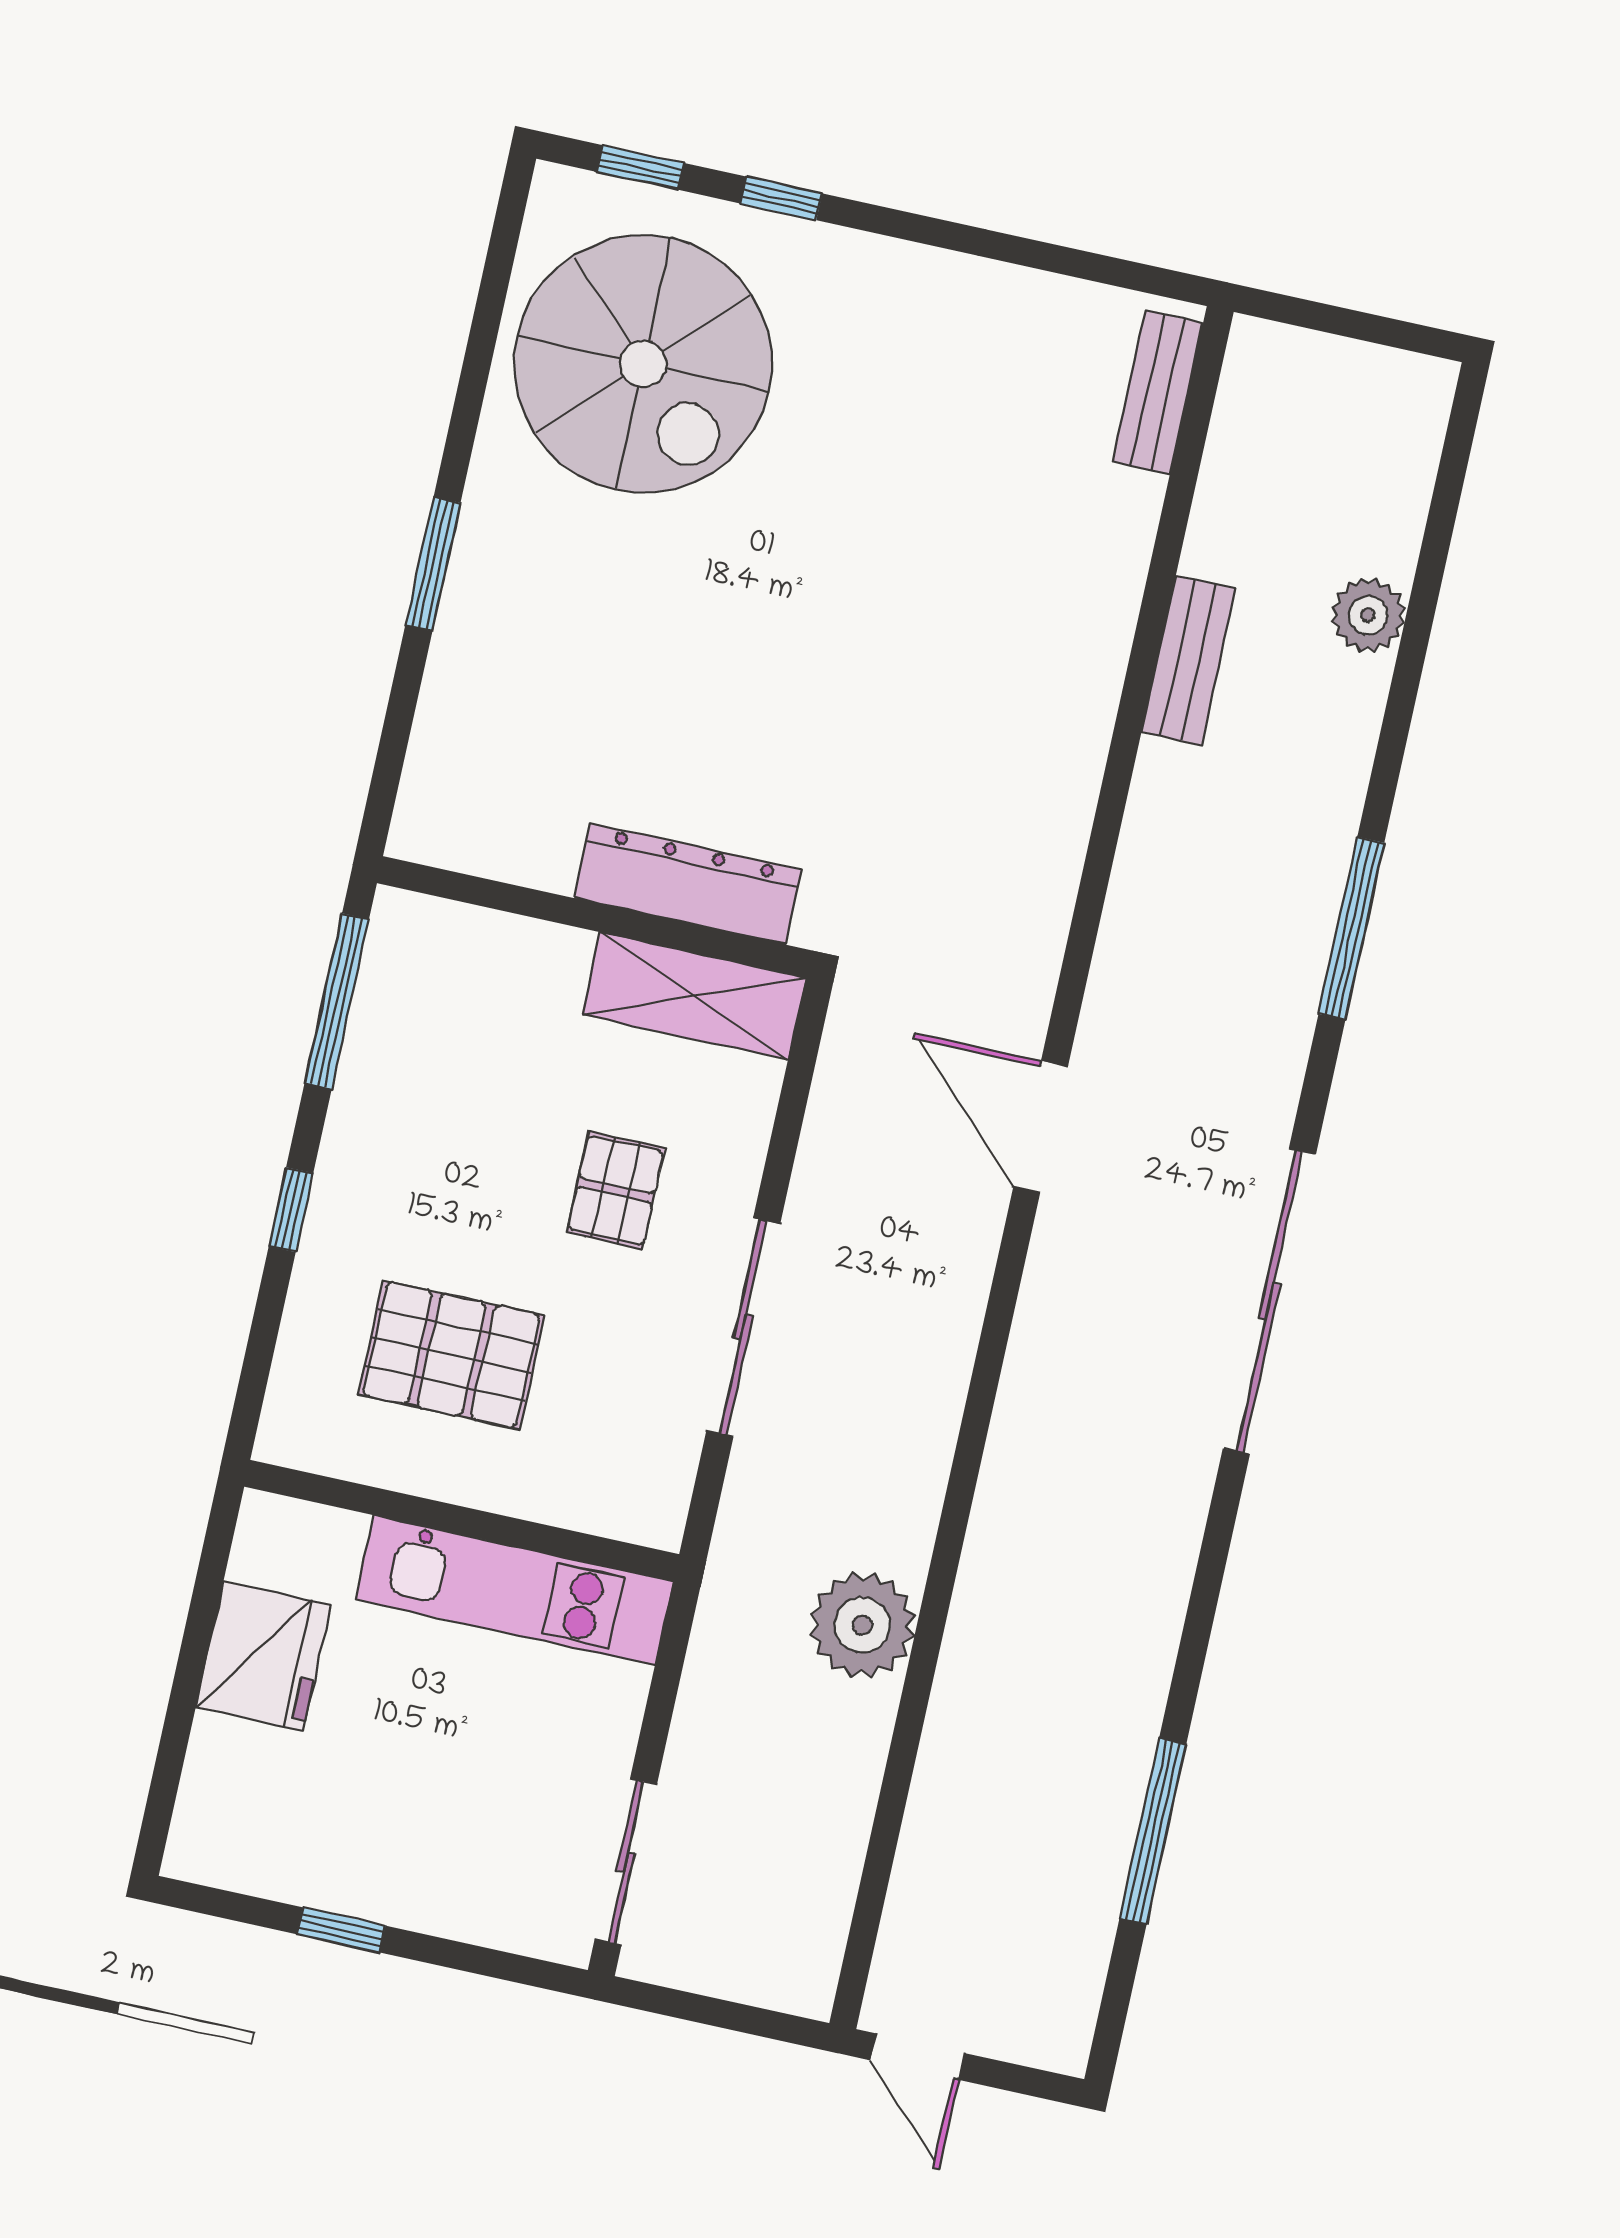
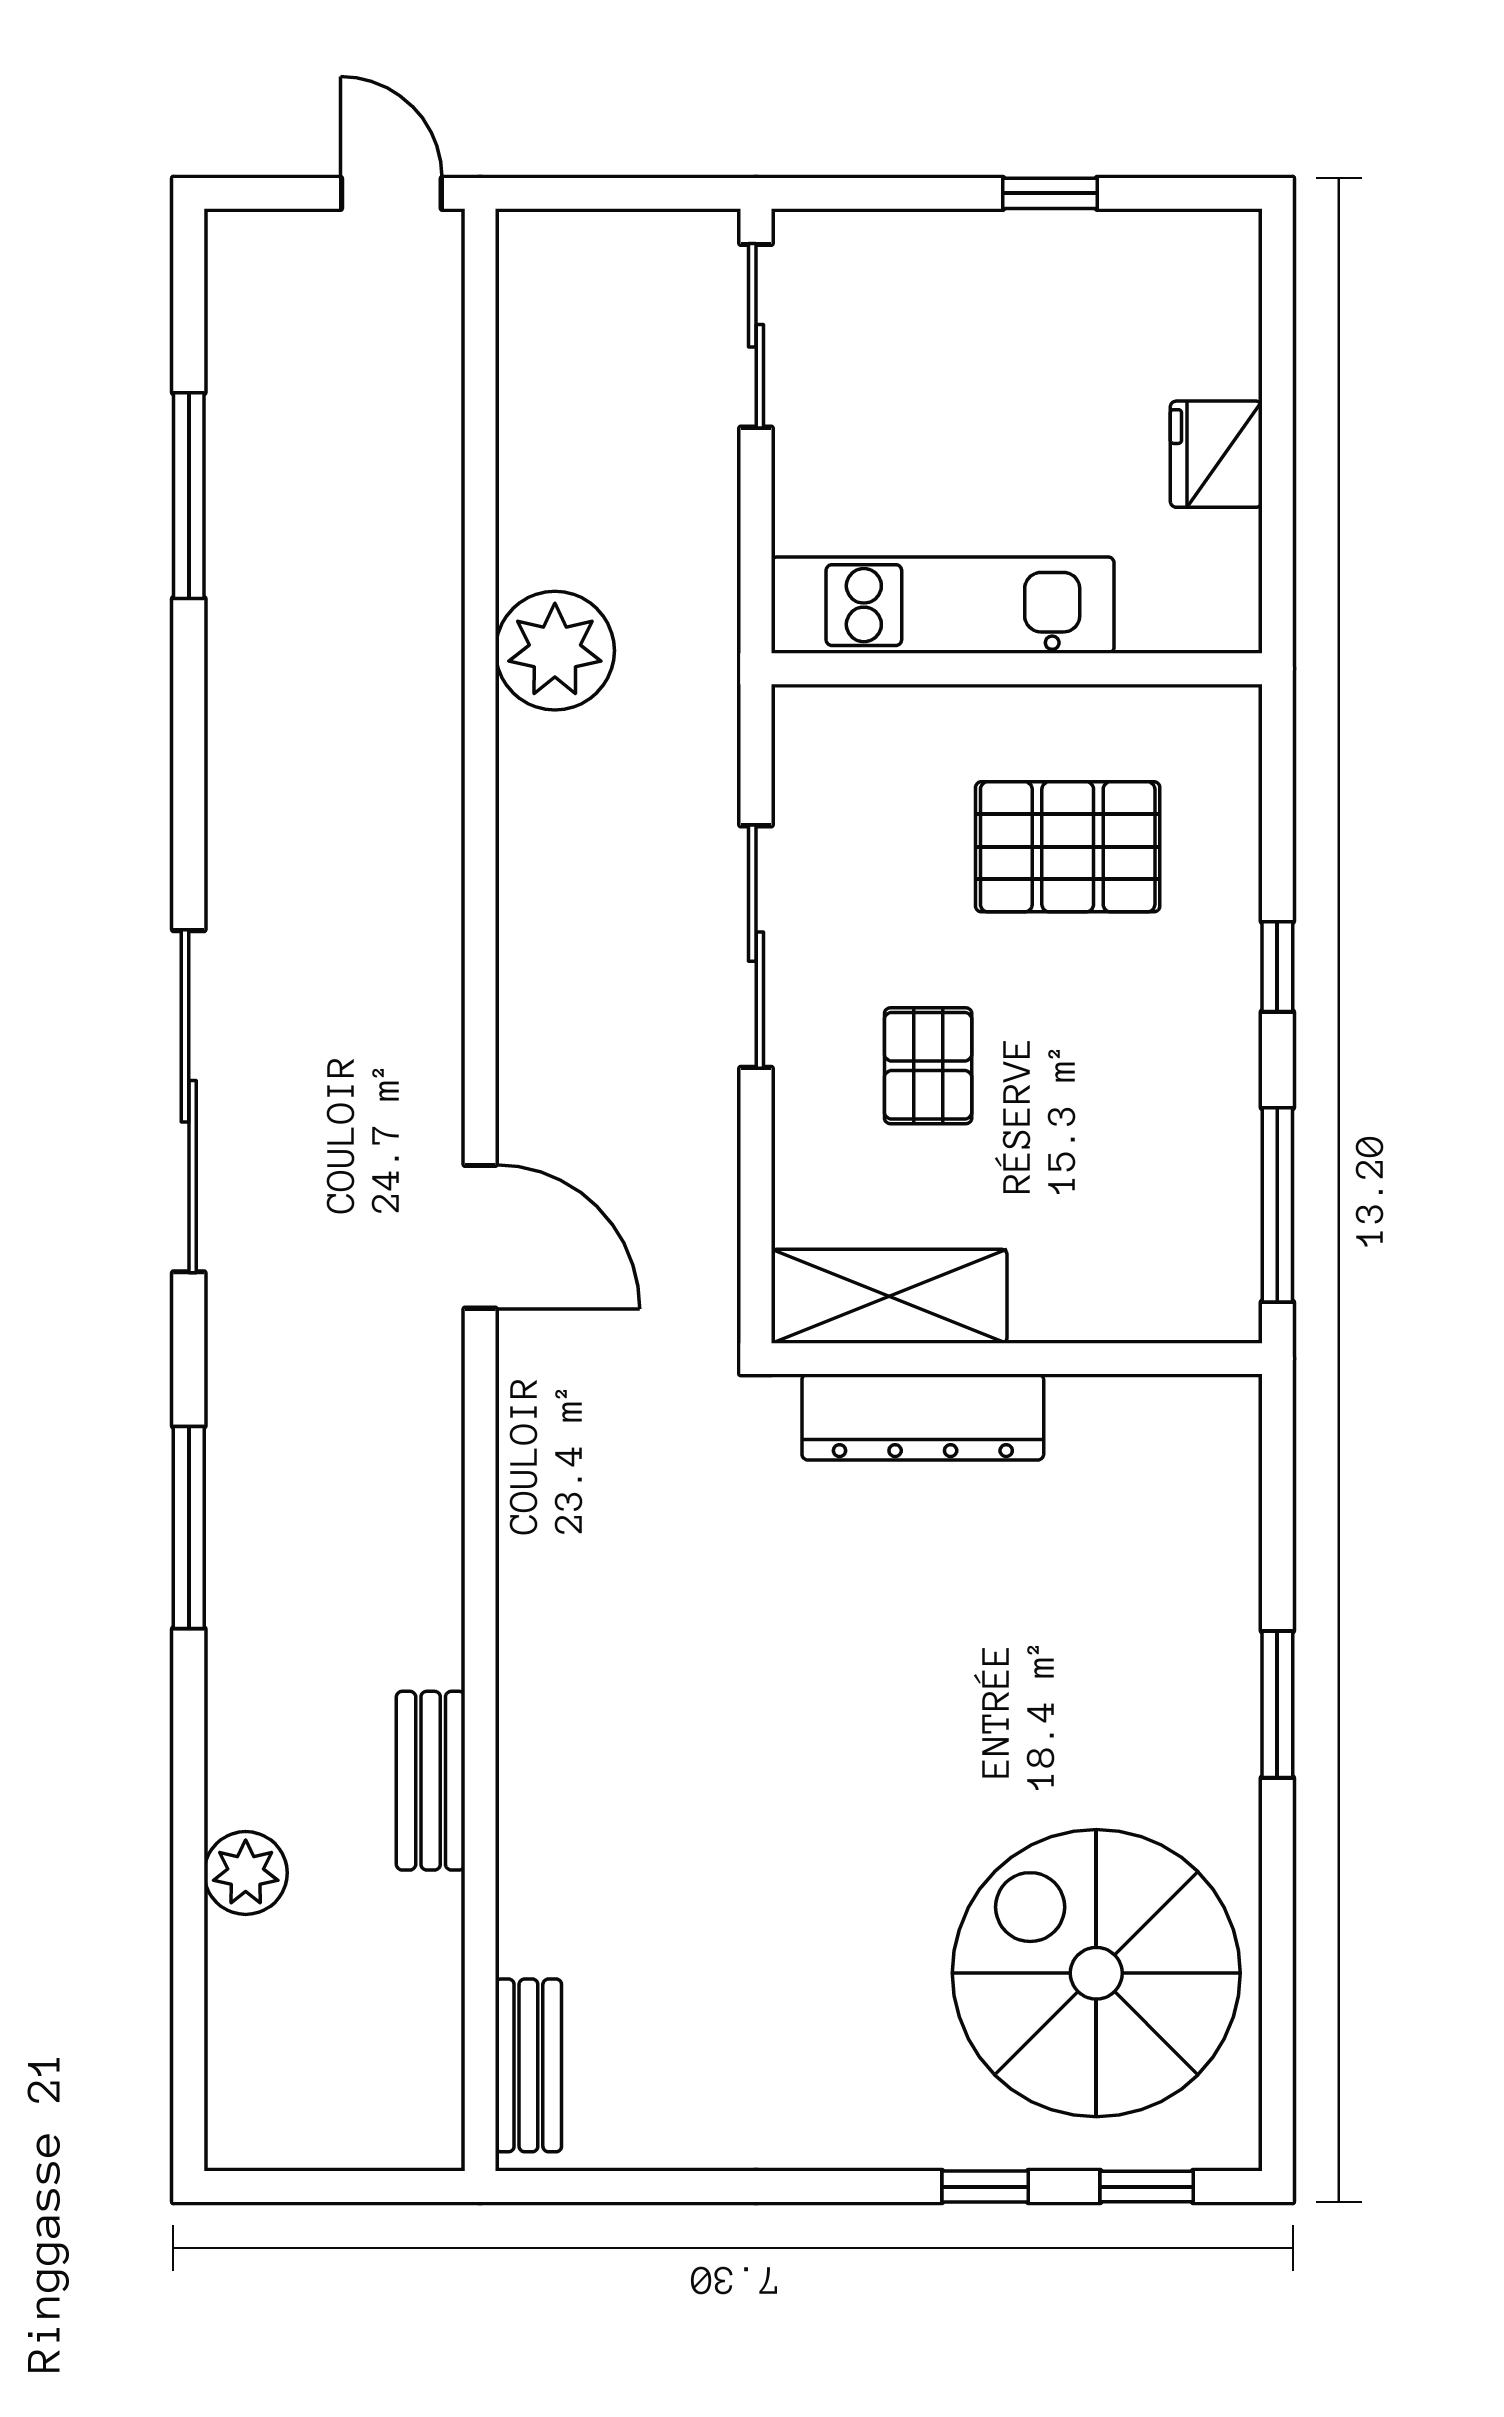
fridge: (263, 1656) -> (1216, 454), width x0.73, depth x0.75

